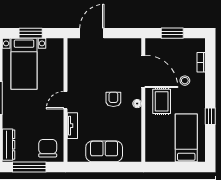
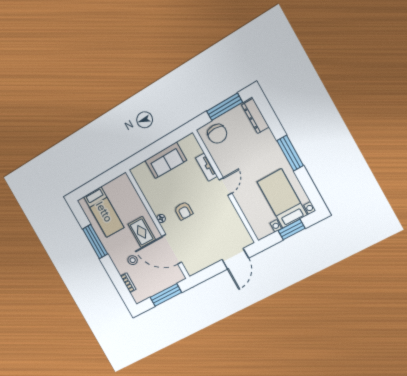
window: (172, 33) -> (166, 295), width x1.44
window: (210, 116) -> (95, 241), width x2.17

